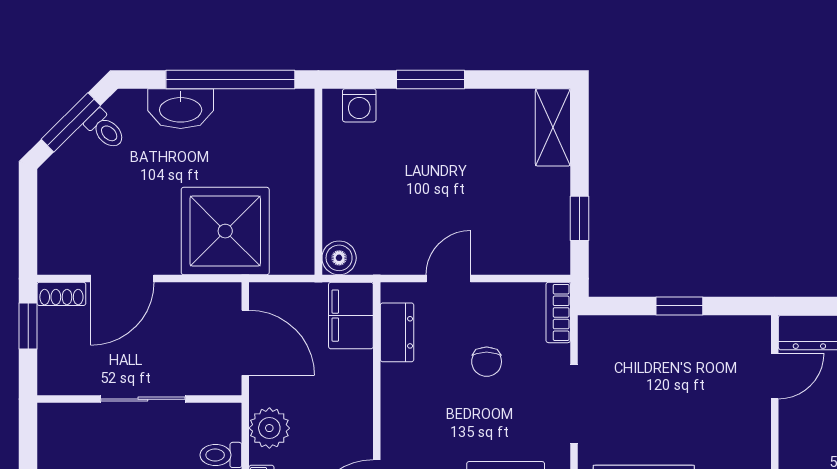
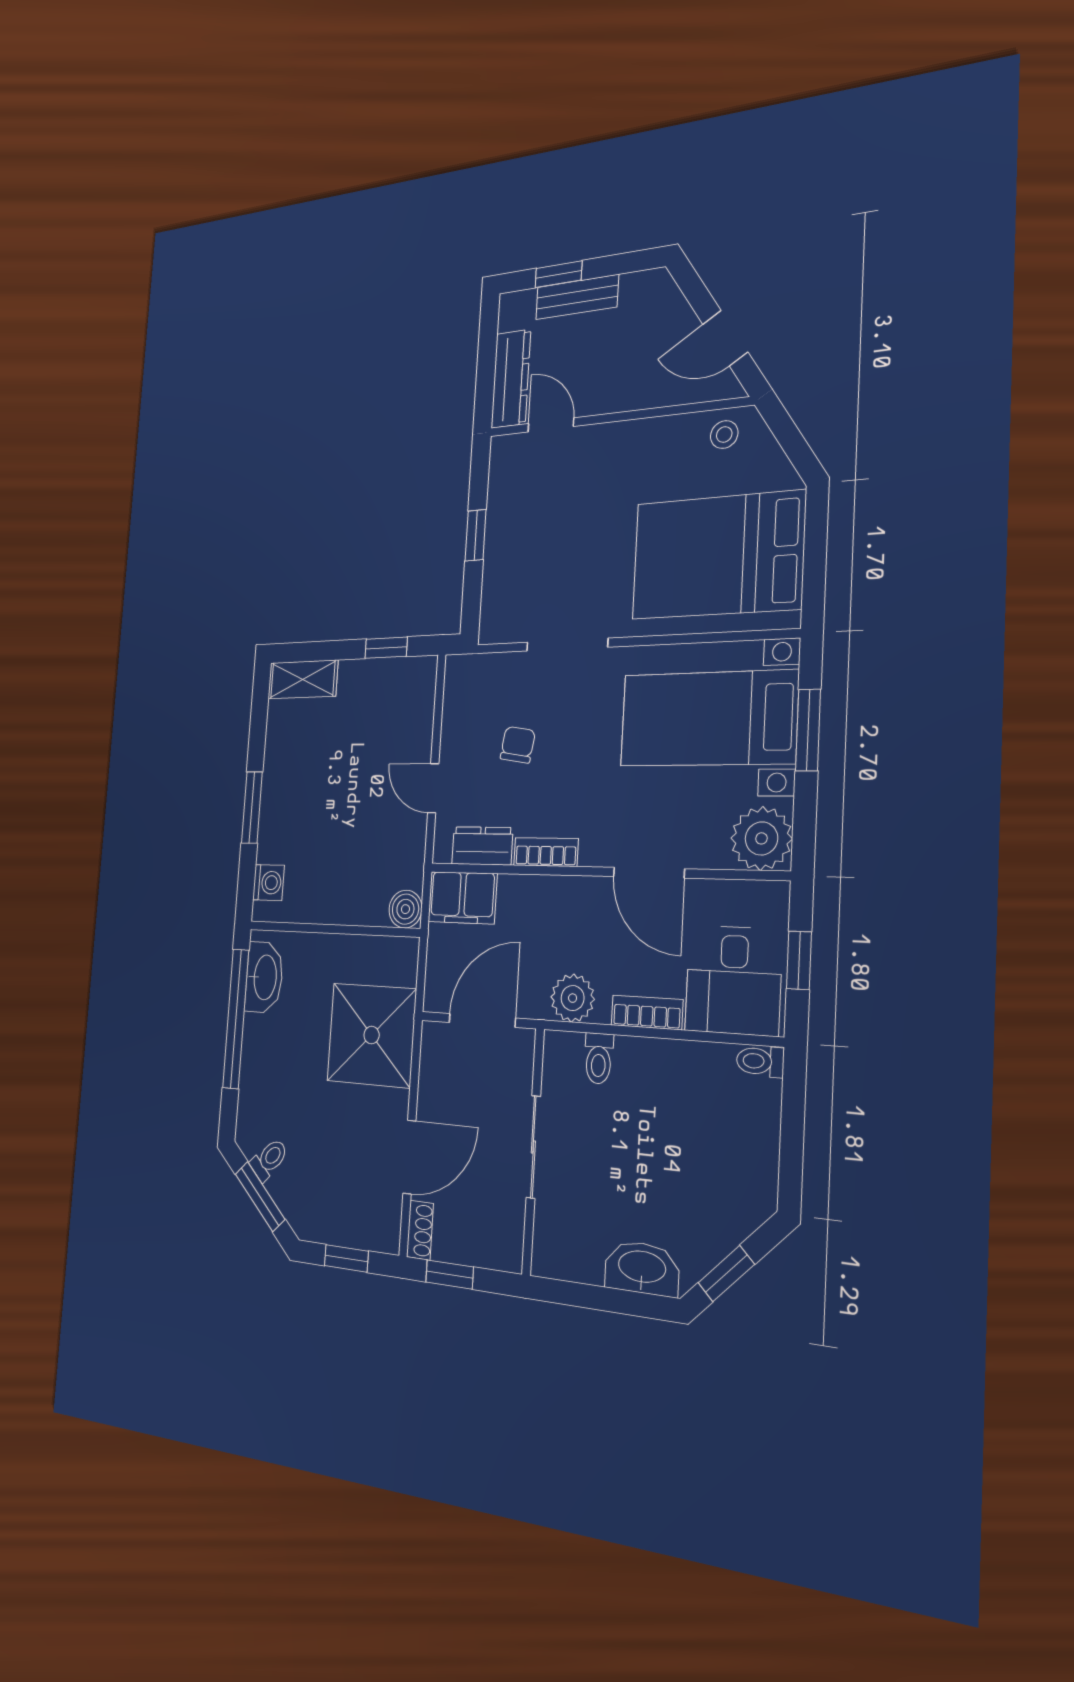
washbasin: (181, 109) -> (264, 977), moved
window: (28, 221) -> (346, 1258), added
door: (122, 279) -> (409, 1157), hinge flipped
bookcase: (558, 312) -> (546, 852), moved, turned 180
chair: (487, 362) -> (518, 745), turned -81

